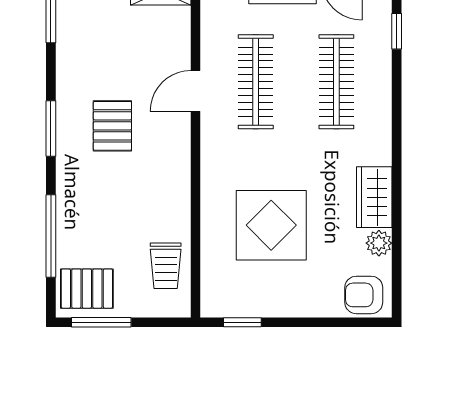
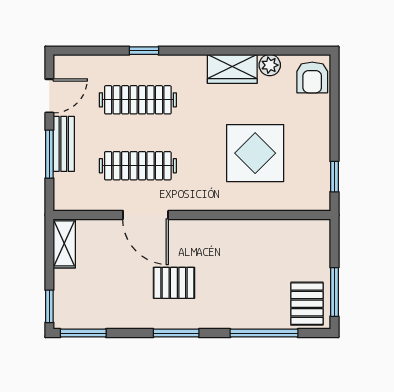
window: (397, 31) -> (144, 51), moved
door: (195, 91) -> (146, 215), width x1.38
trolley: (166, 266) -> (288, 239), removed

